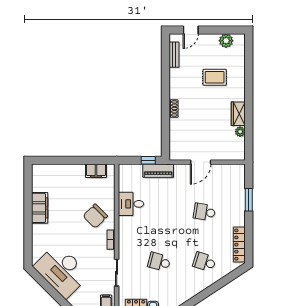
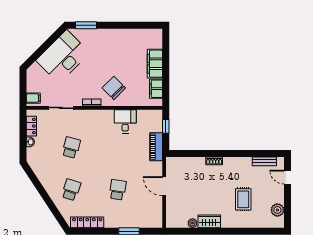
window: (148, 160) -> (166, 126), moved
filing cabinet: (40, 208) -> (155, 64), moved, turned 90
window: (28, 246) -> (86, 25), added

